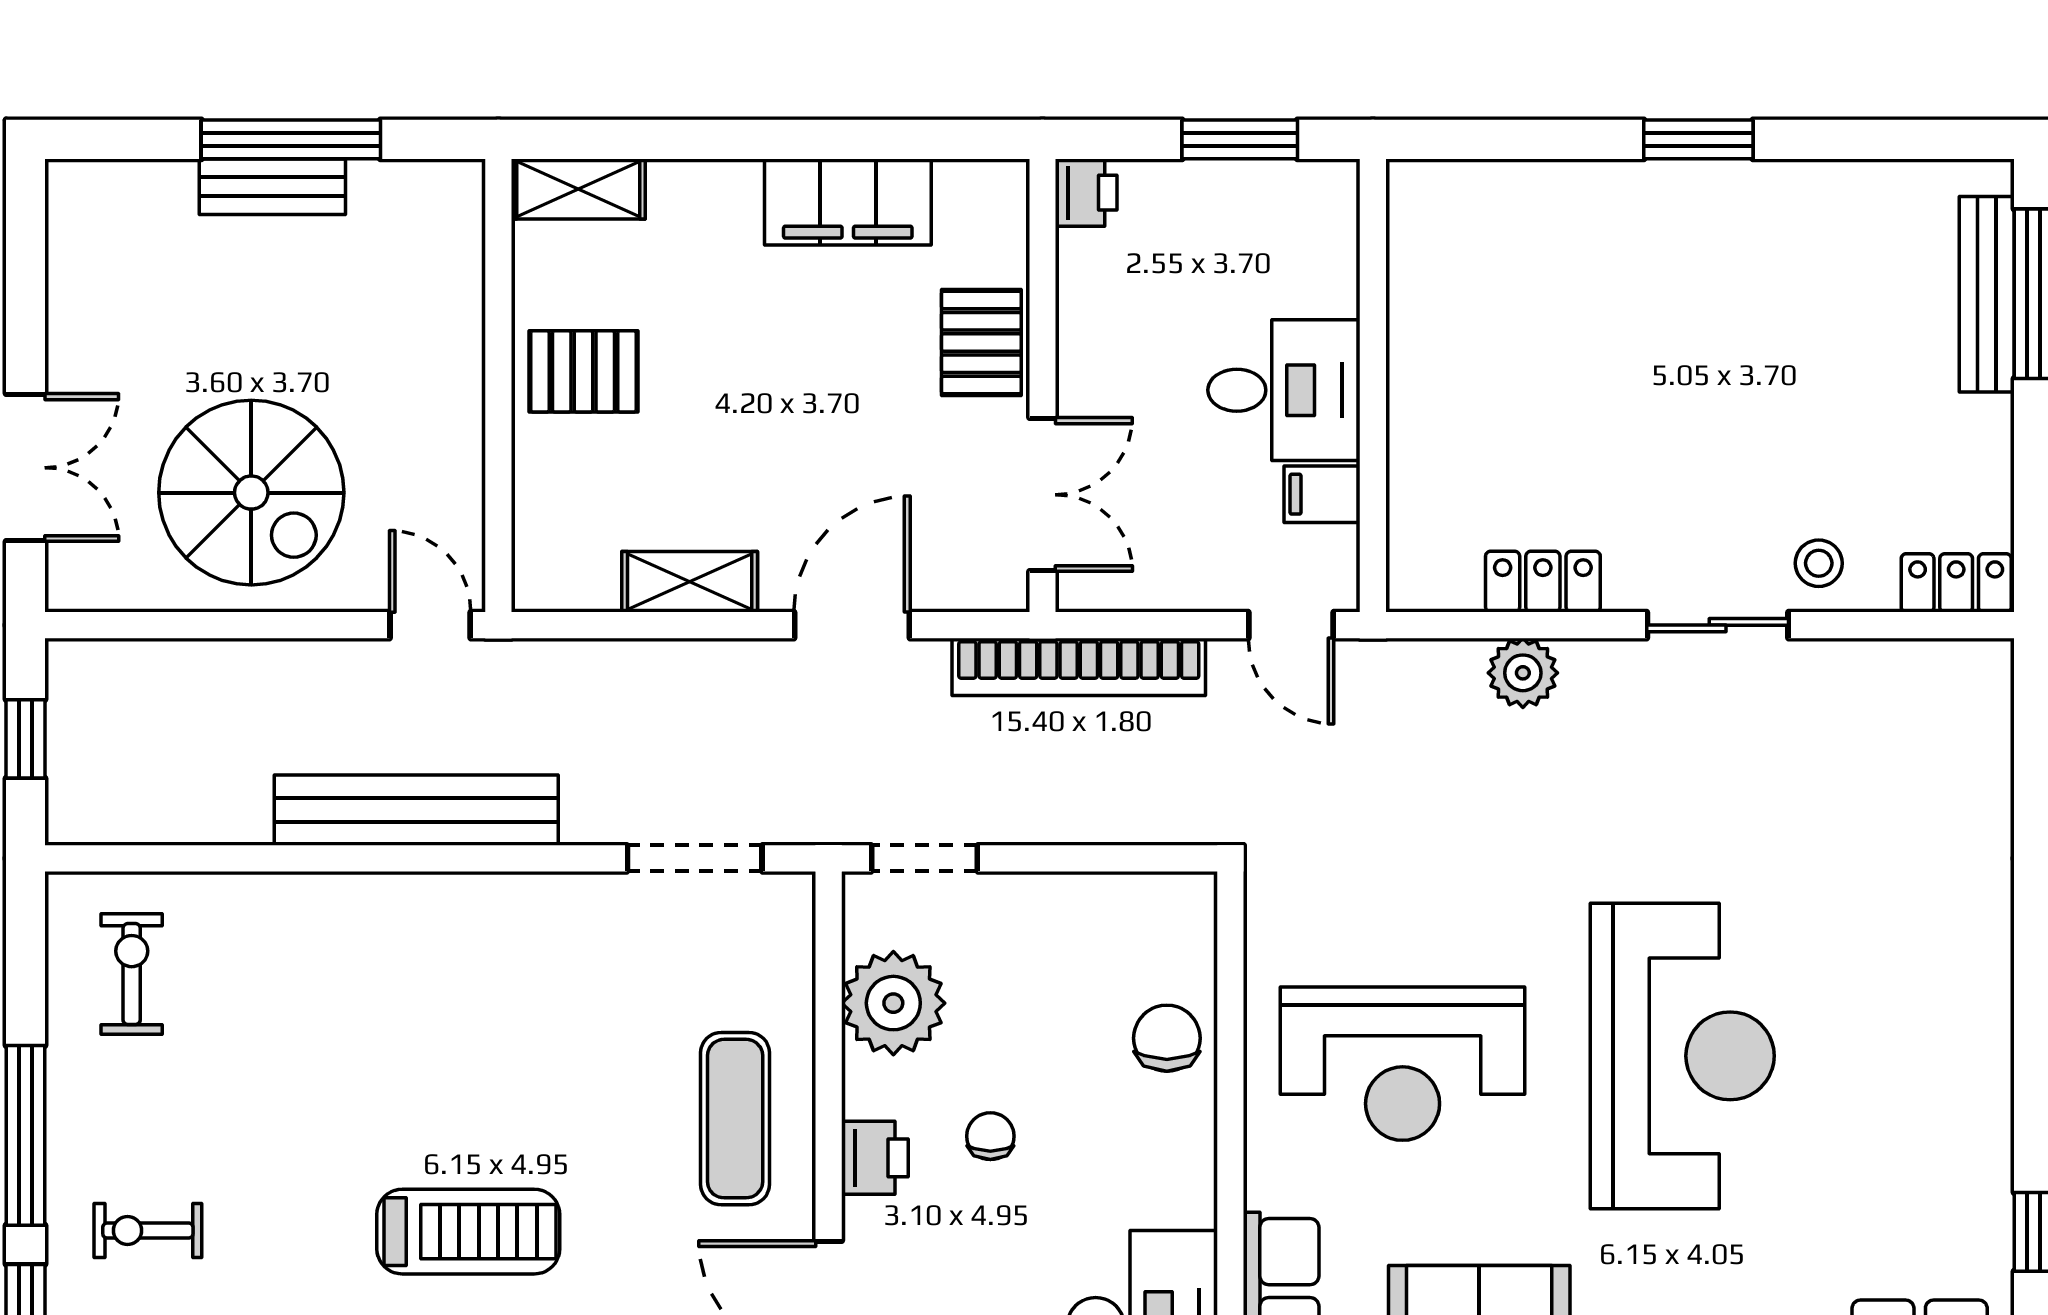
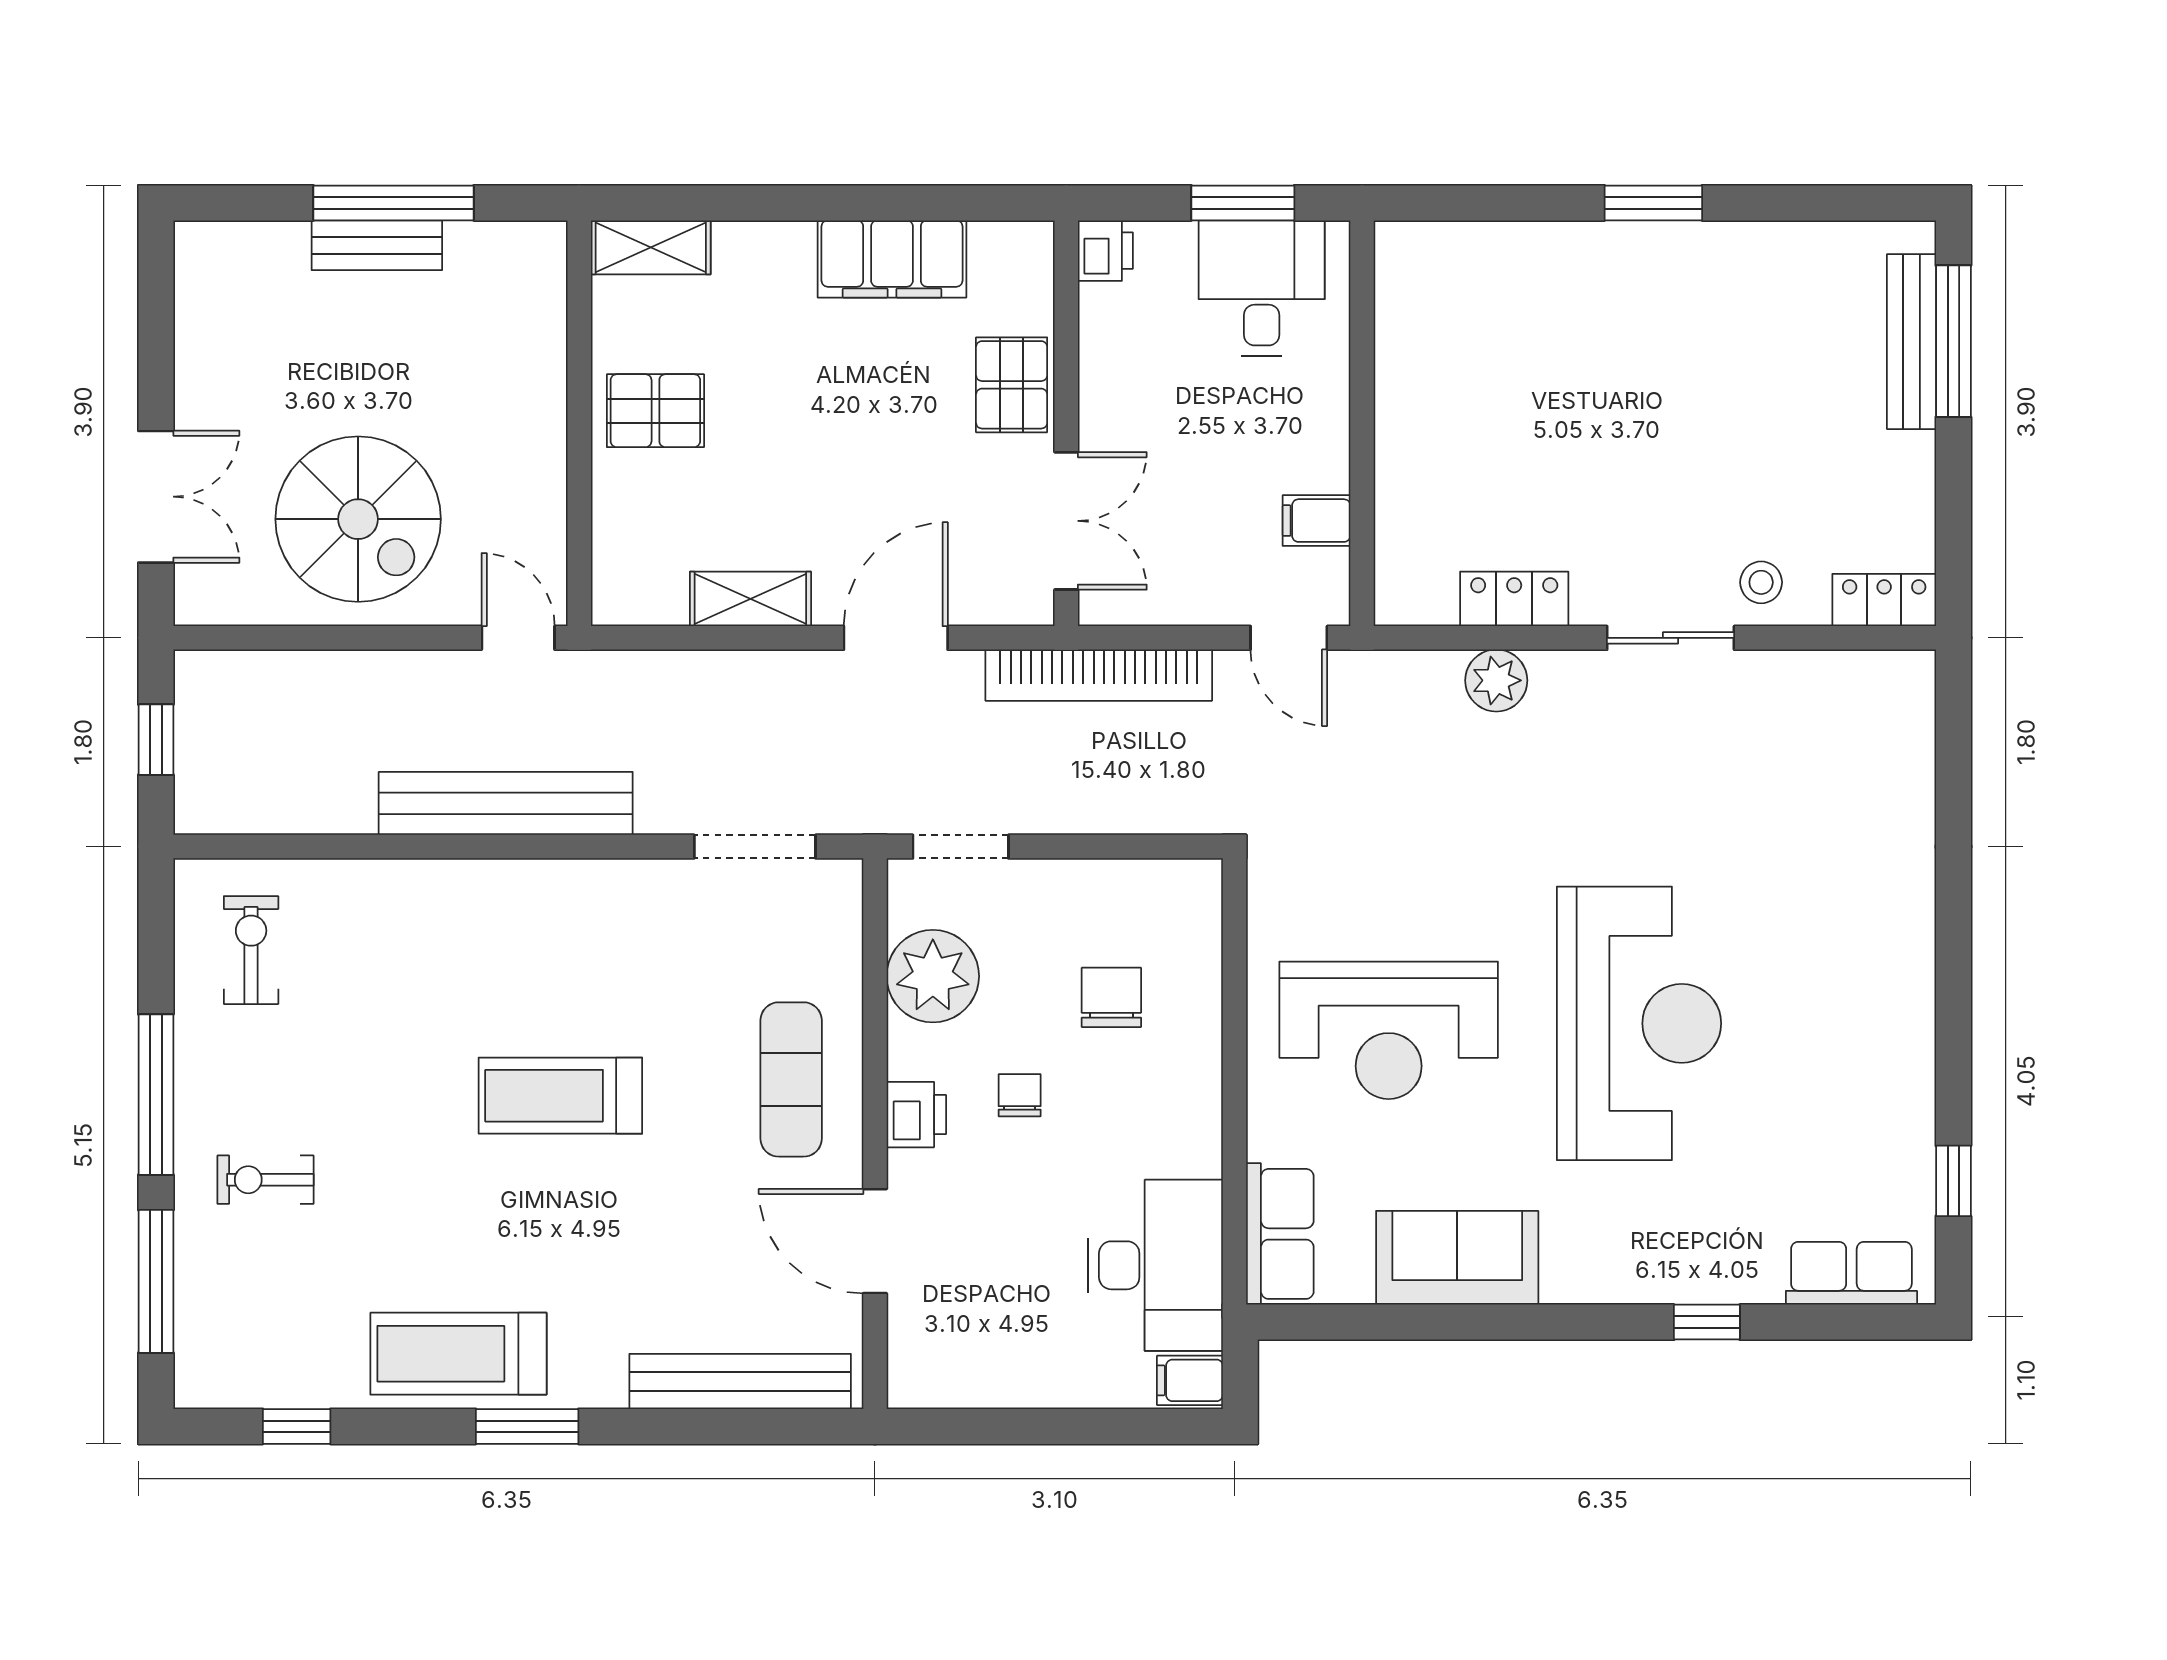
desk: (1284, 390) -> (1262, 288), moved, turned -90
chair: (1167, 1038) -> (1111, 997), moved
treadmill: (468, 1232) -> (560, 1096), moved, turned 180

